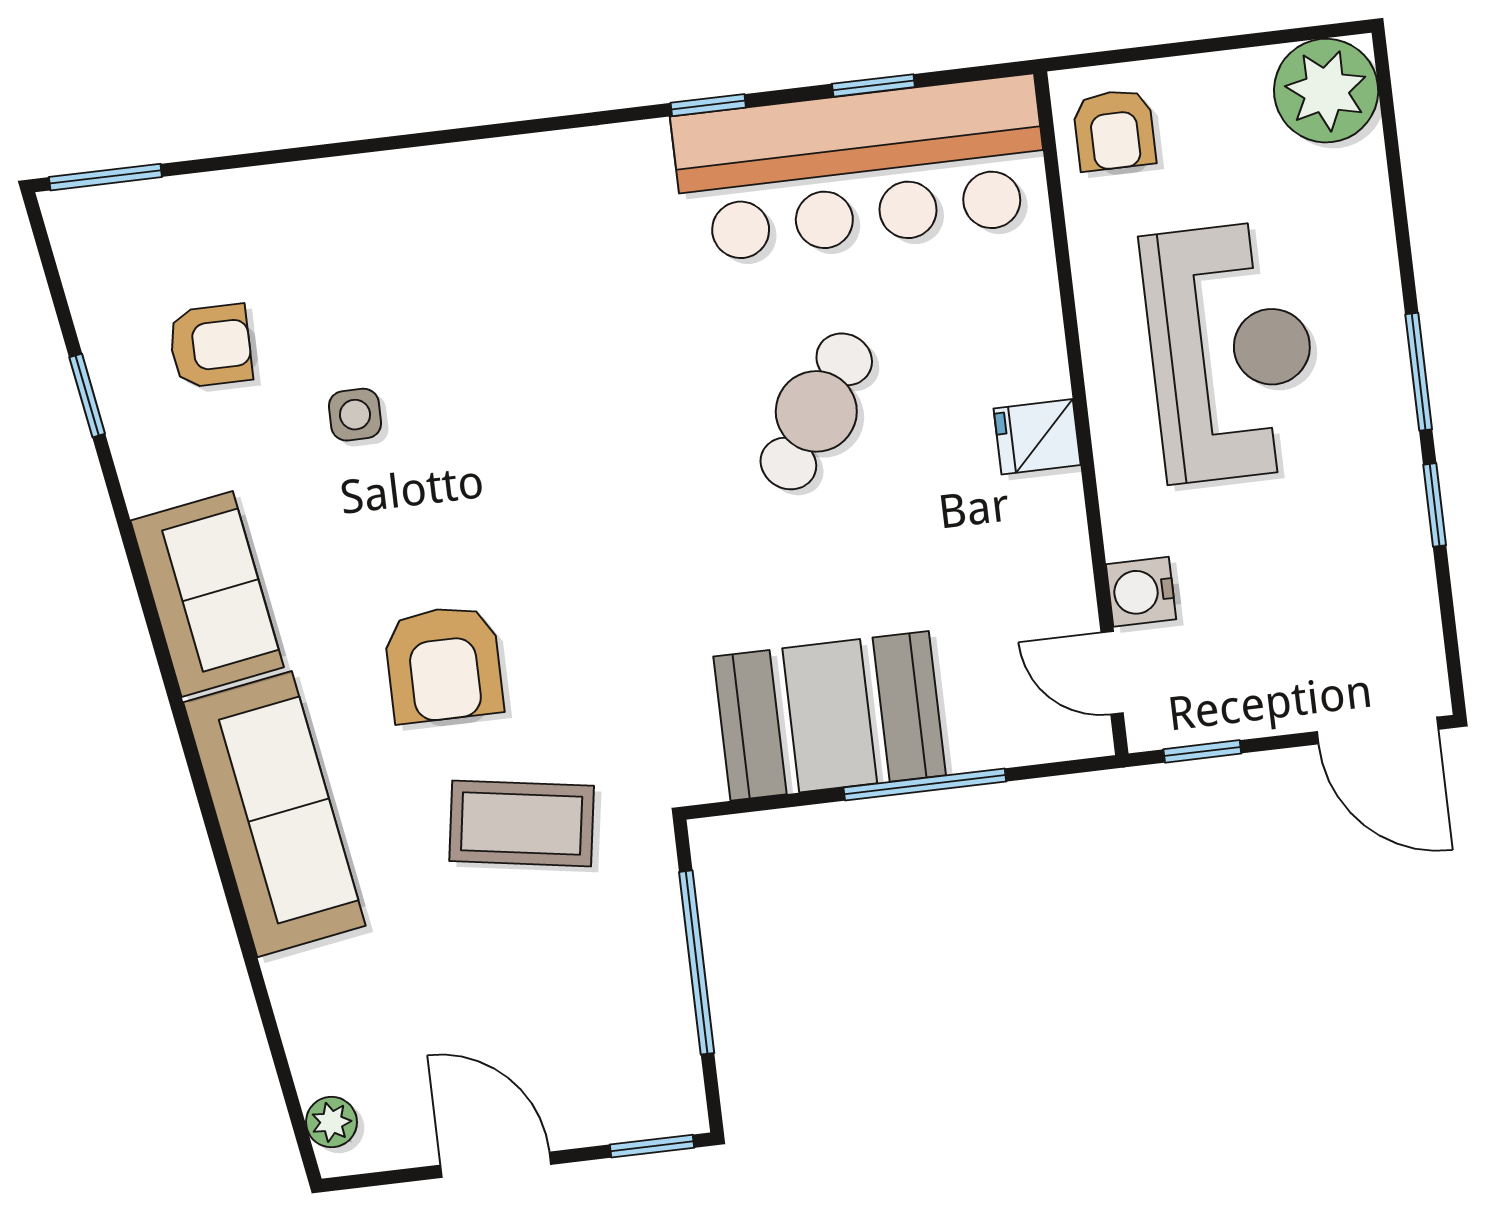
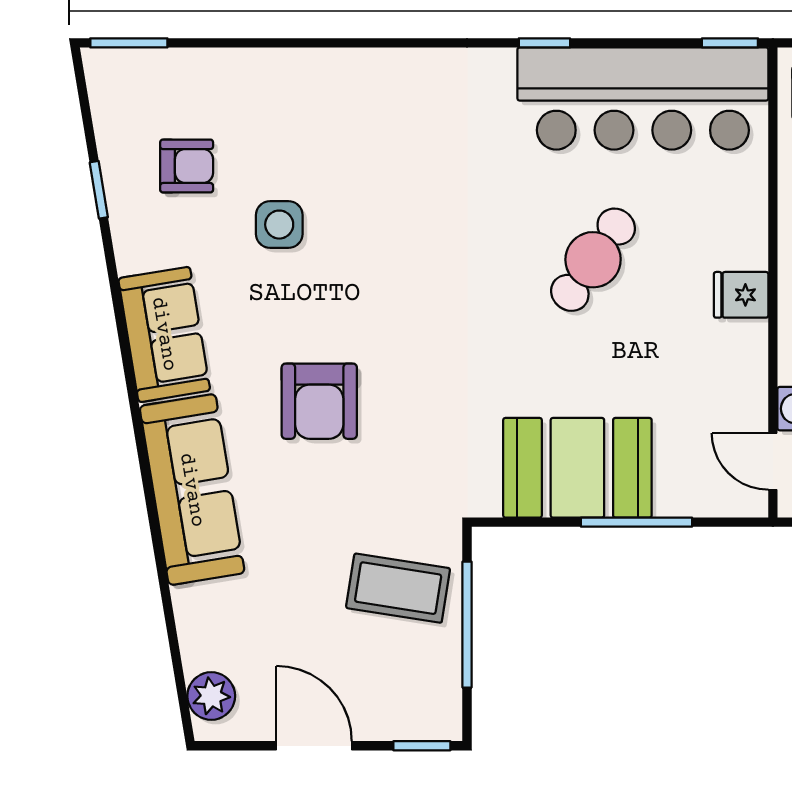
window: (873, 85) -> (730, 43), moved
side table: (355, 415) -> (279, 225), width x1.37, depth x1.37
coffee table: (522, 823) -> (398, 588), moved
plant: (331, 1122) -> (211, 696), width x1.38, depth x1.38

